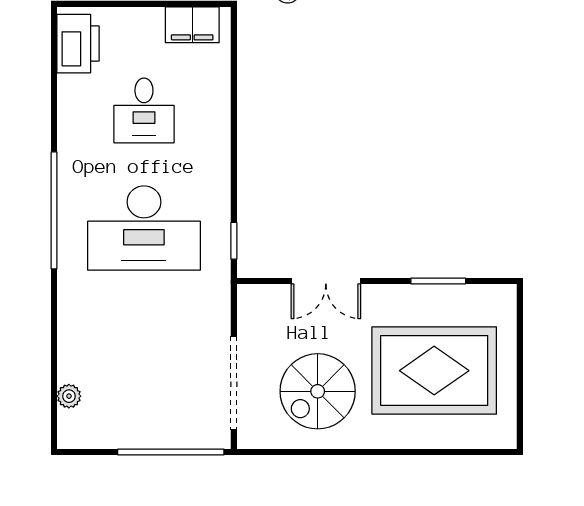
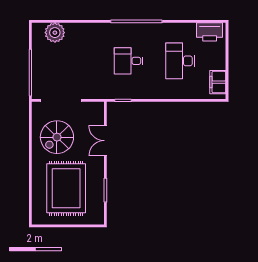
desk: (144, 111) -> (180, 61), width x1.37
desk: (144, 228) -> (129, 61), width x0.53, depth x0.77
spiral stairs: (318, 391) -> (57, 137), turned -90
plant: (69, 396) -> (55, 33), width x1.88, depth x1.88

